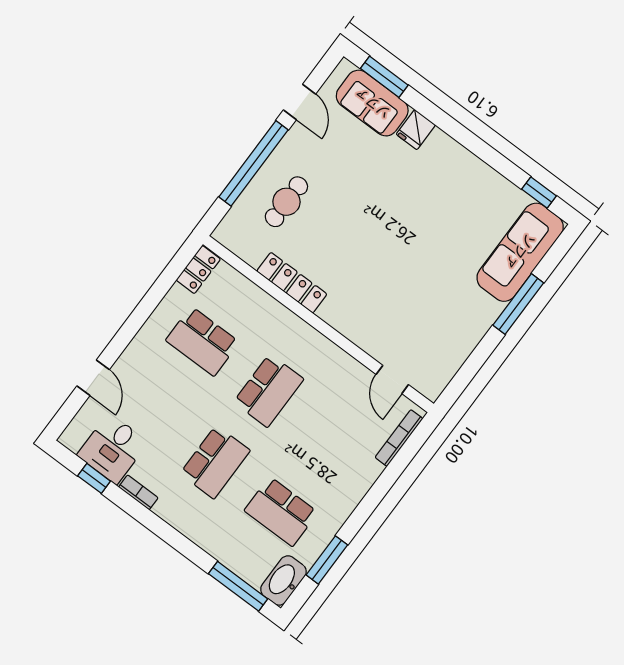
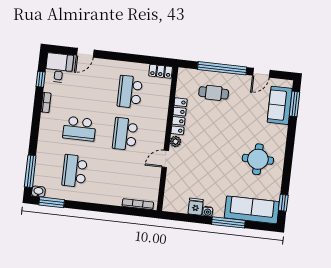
fridge: (416, 130) -> (196, 207), moved, turned 90
round table: (441, 192) -> (258, 159), added
plant: (331, 313) -> (175, 142), added
water cooler: (479, 328) -> (208, 211), added
door: (392, 379) -> (165, 159), moved
school desk: (269, 391) -> (125, 134), turned 90
desk: (113, 449) -> (59, 68), moved, turned 90
window: (327, 560) -> (52, 202), moved
washbasin: (283, 580) -> (38, 192), width x0.52, depth x0.69

